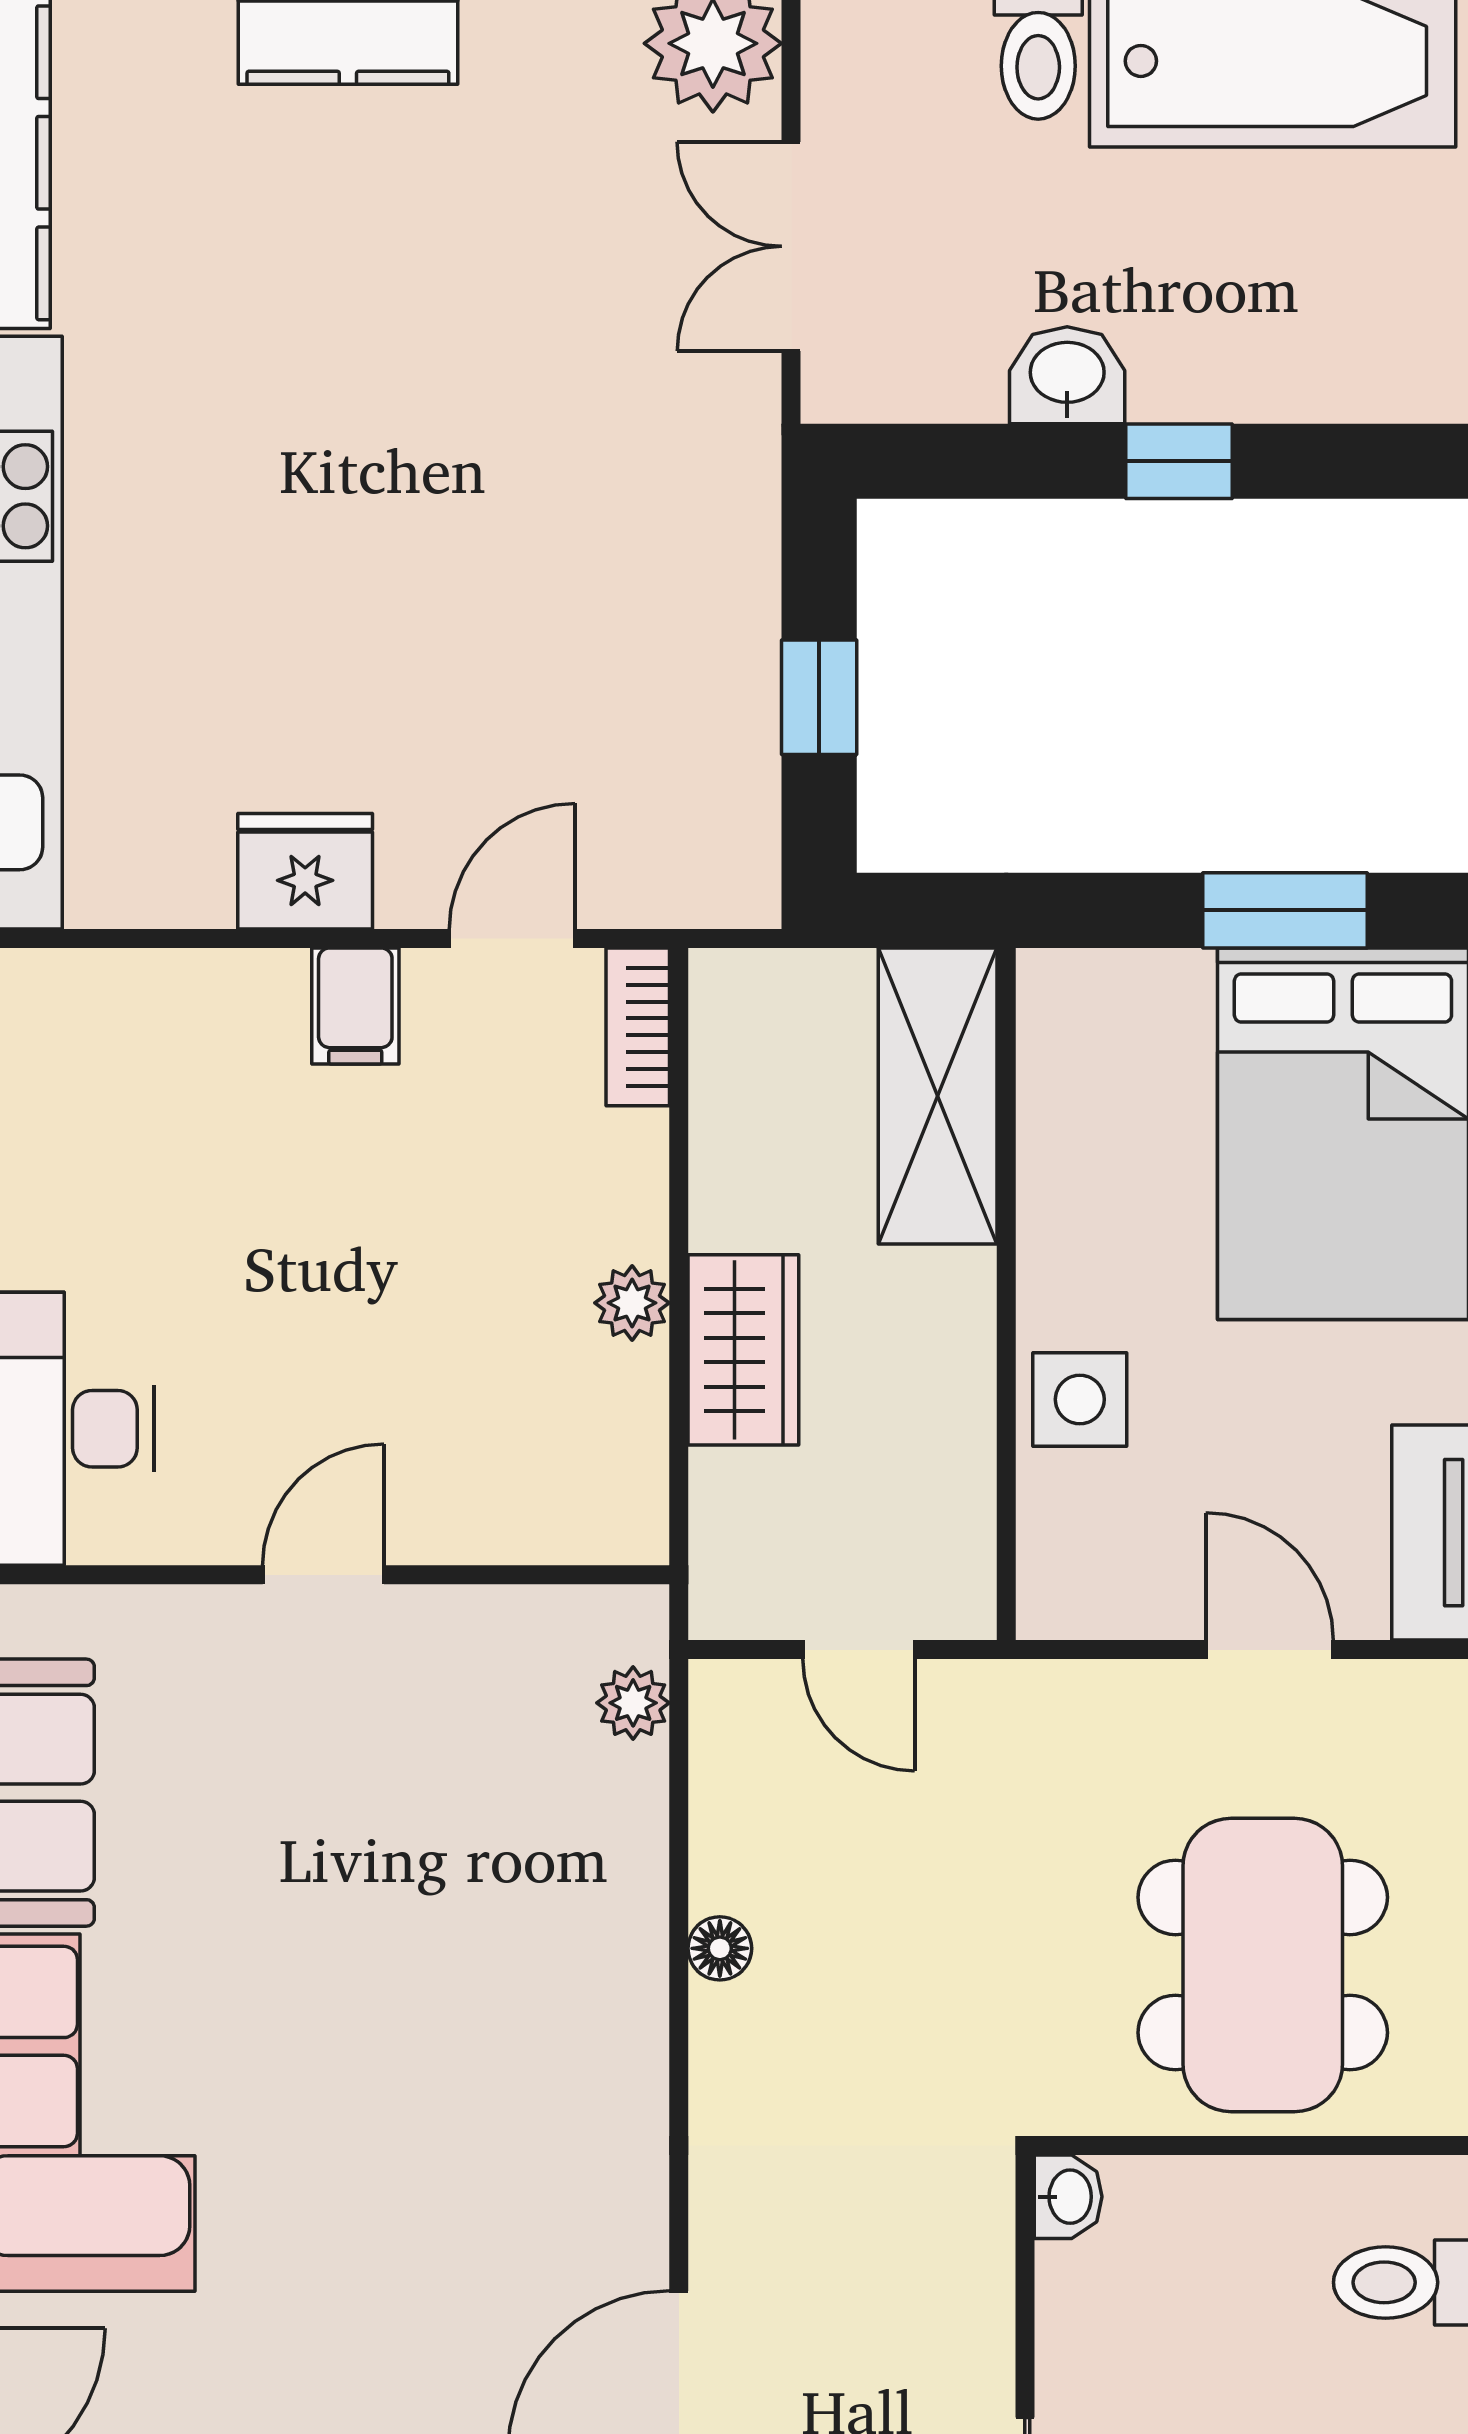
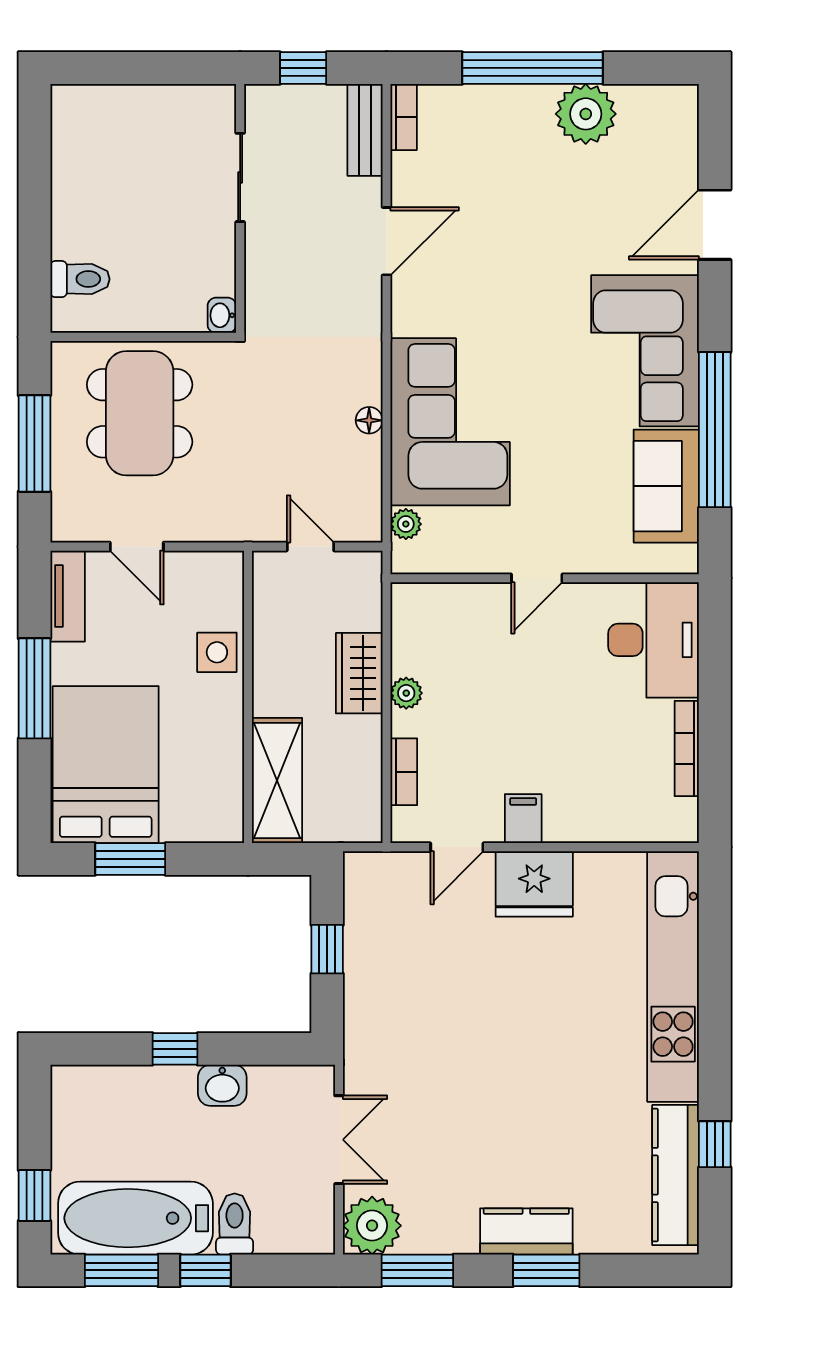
fridge: (305, 871) -> (534, 884), width x1.36, depth x1.34
bookcase: (638, 1027) -> (404, 772), moved
corner sofa: (528, 1945) -> (450, 422), added

